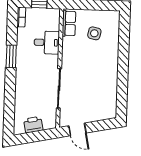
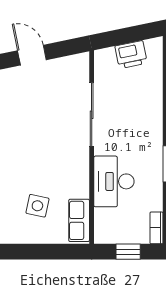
desk: (47, 42) -> (114, 181), width x1.37
door: (77, 129) -> (32, 55), moved

